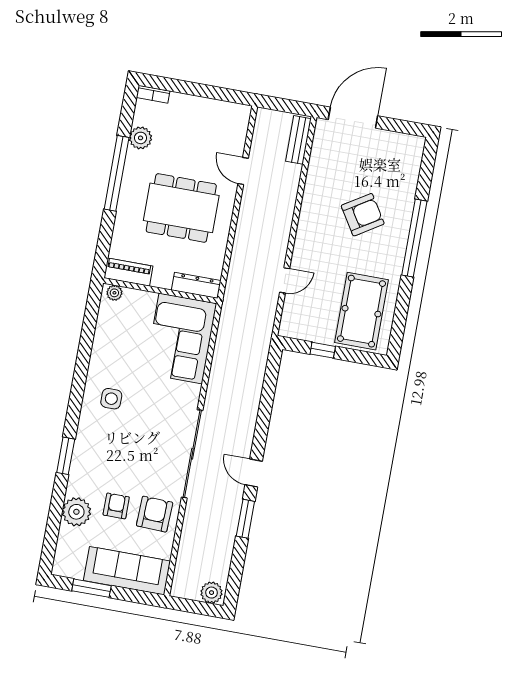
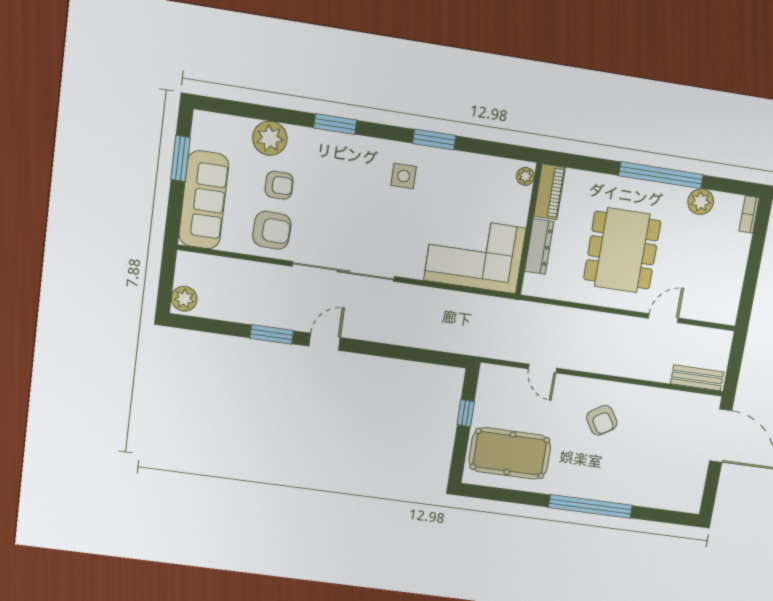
armchair: (363, 215) -> (602, 420), moved, width x0.72, depth x0.72
dresser: (196, 285) -> (539, 246), moved
window: (81, 371) -> (434, 140), added

